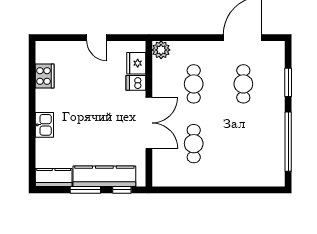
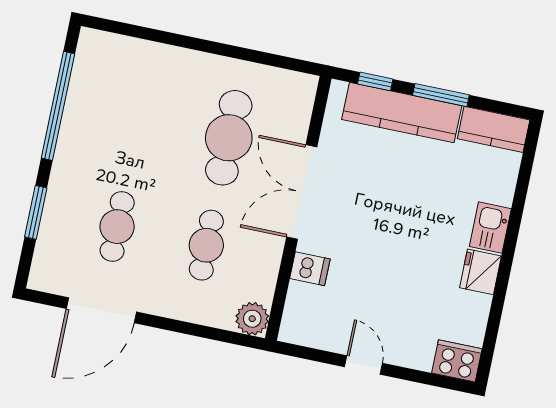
fridge: (136, 63) -> (481, 272), moved, turned 180
cooker: (45, 76) -> (457, 361), moved, turned 90
cafe table: (194, 144) -> (229, 138), width x1.37, depth x1.35

